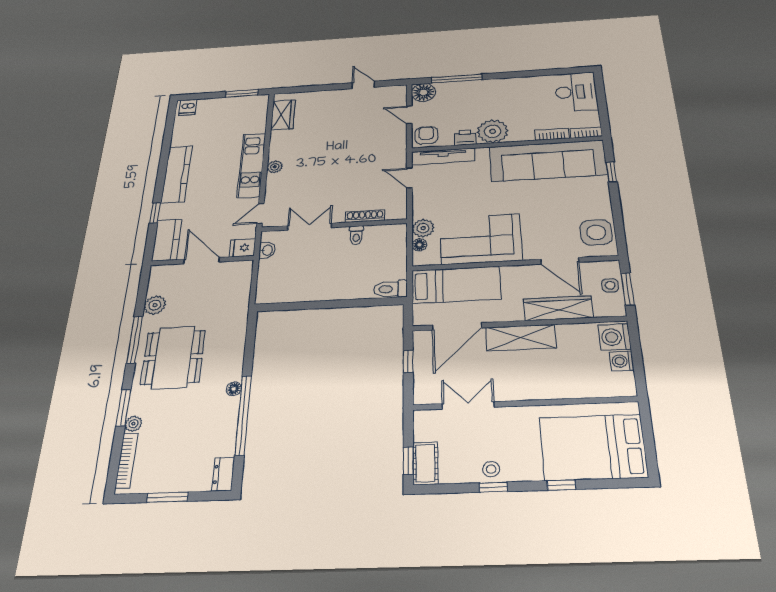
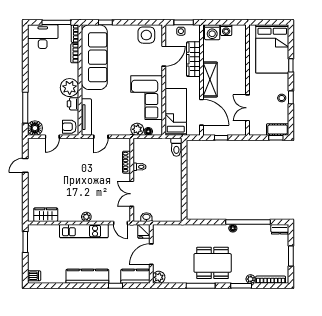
window: (602, 107) -> (56, 22), added
plant: (155, 305) -> (159, 277), moved

